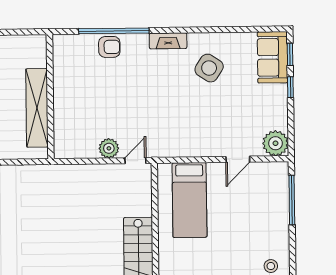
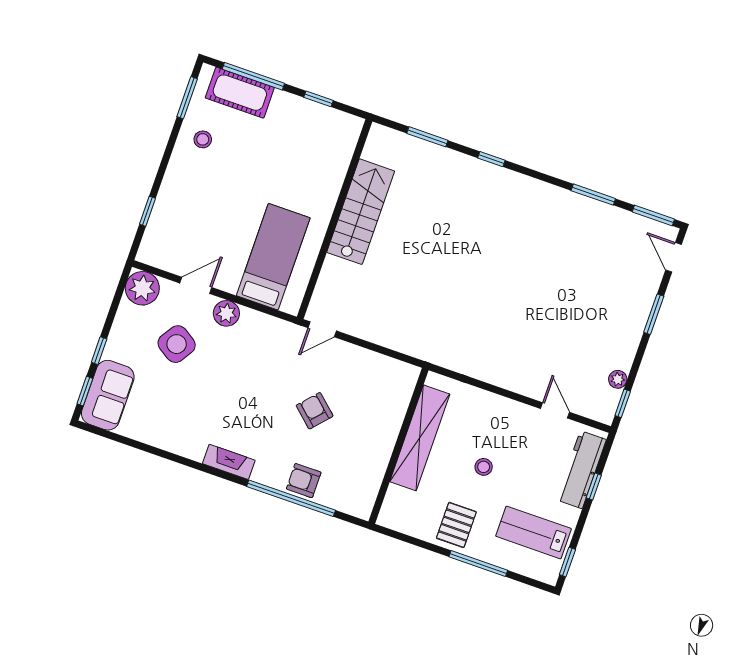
side table: (209, 68) -> (177, 344), moved
armchair: (120, 100) -> (315, 411), added
plant: (109, 148) -> (226, 313), moved
window: (292, 200) -> (148, 211), width x0.46

